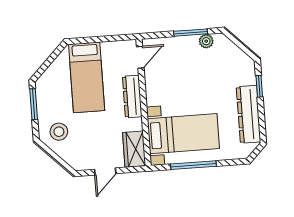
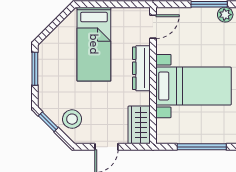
stool: (59, 132) -> (72, 119), moved
bed with nightstands: (183, 134) -> (193, 86), moved
window: (50, 152) -> (48, 122), added

